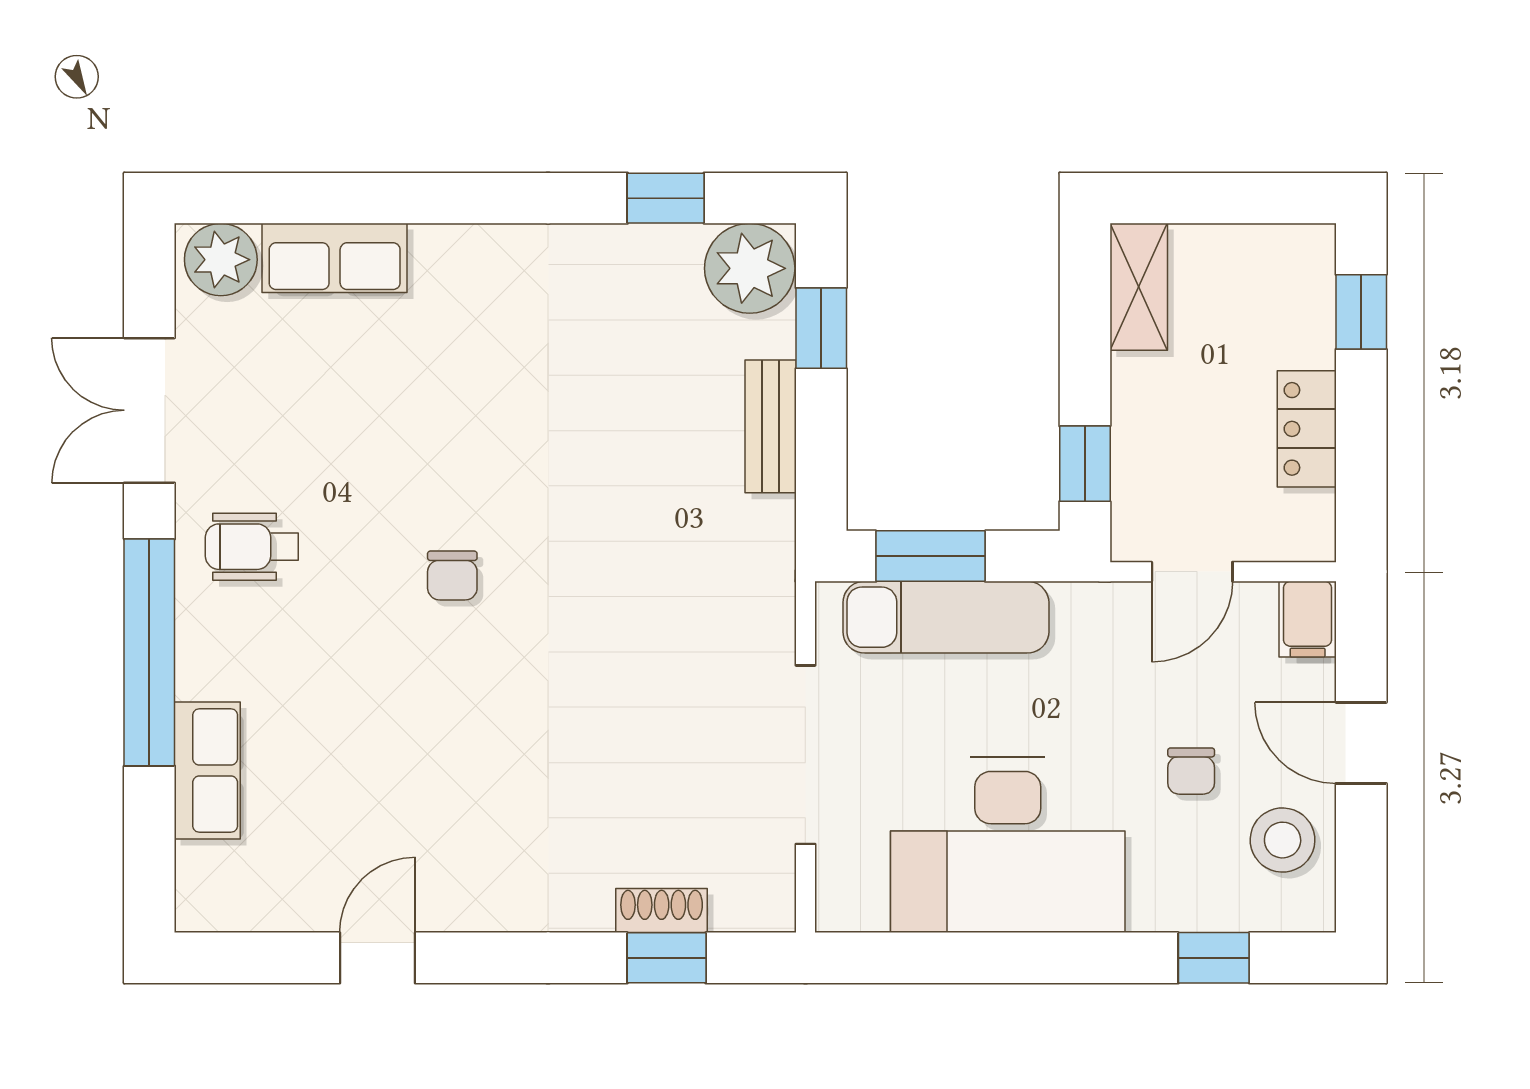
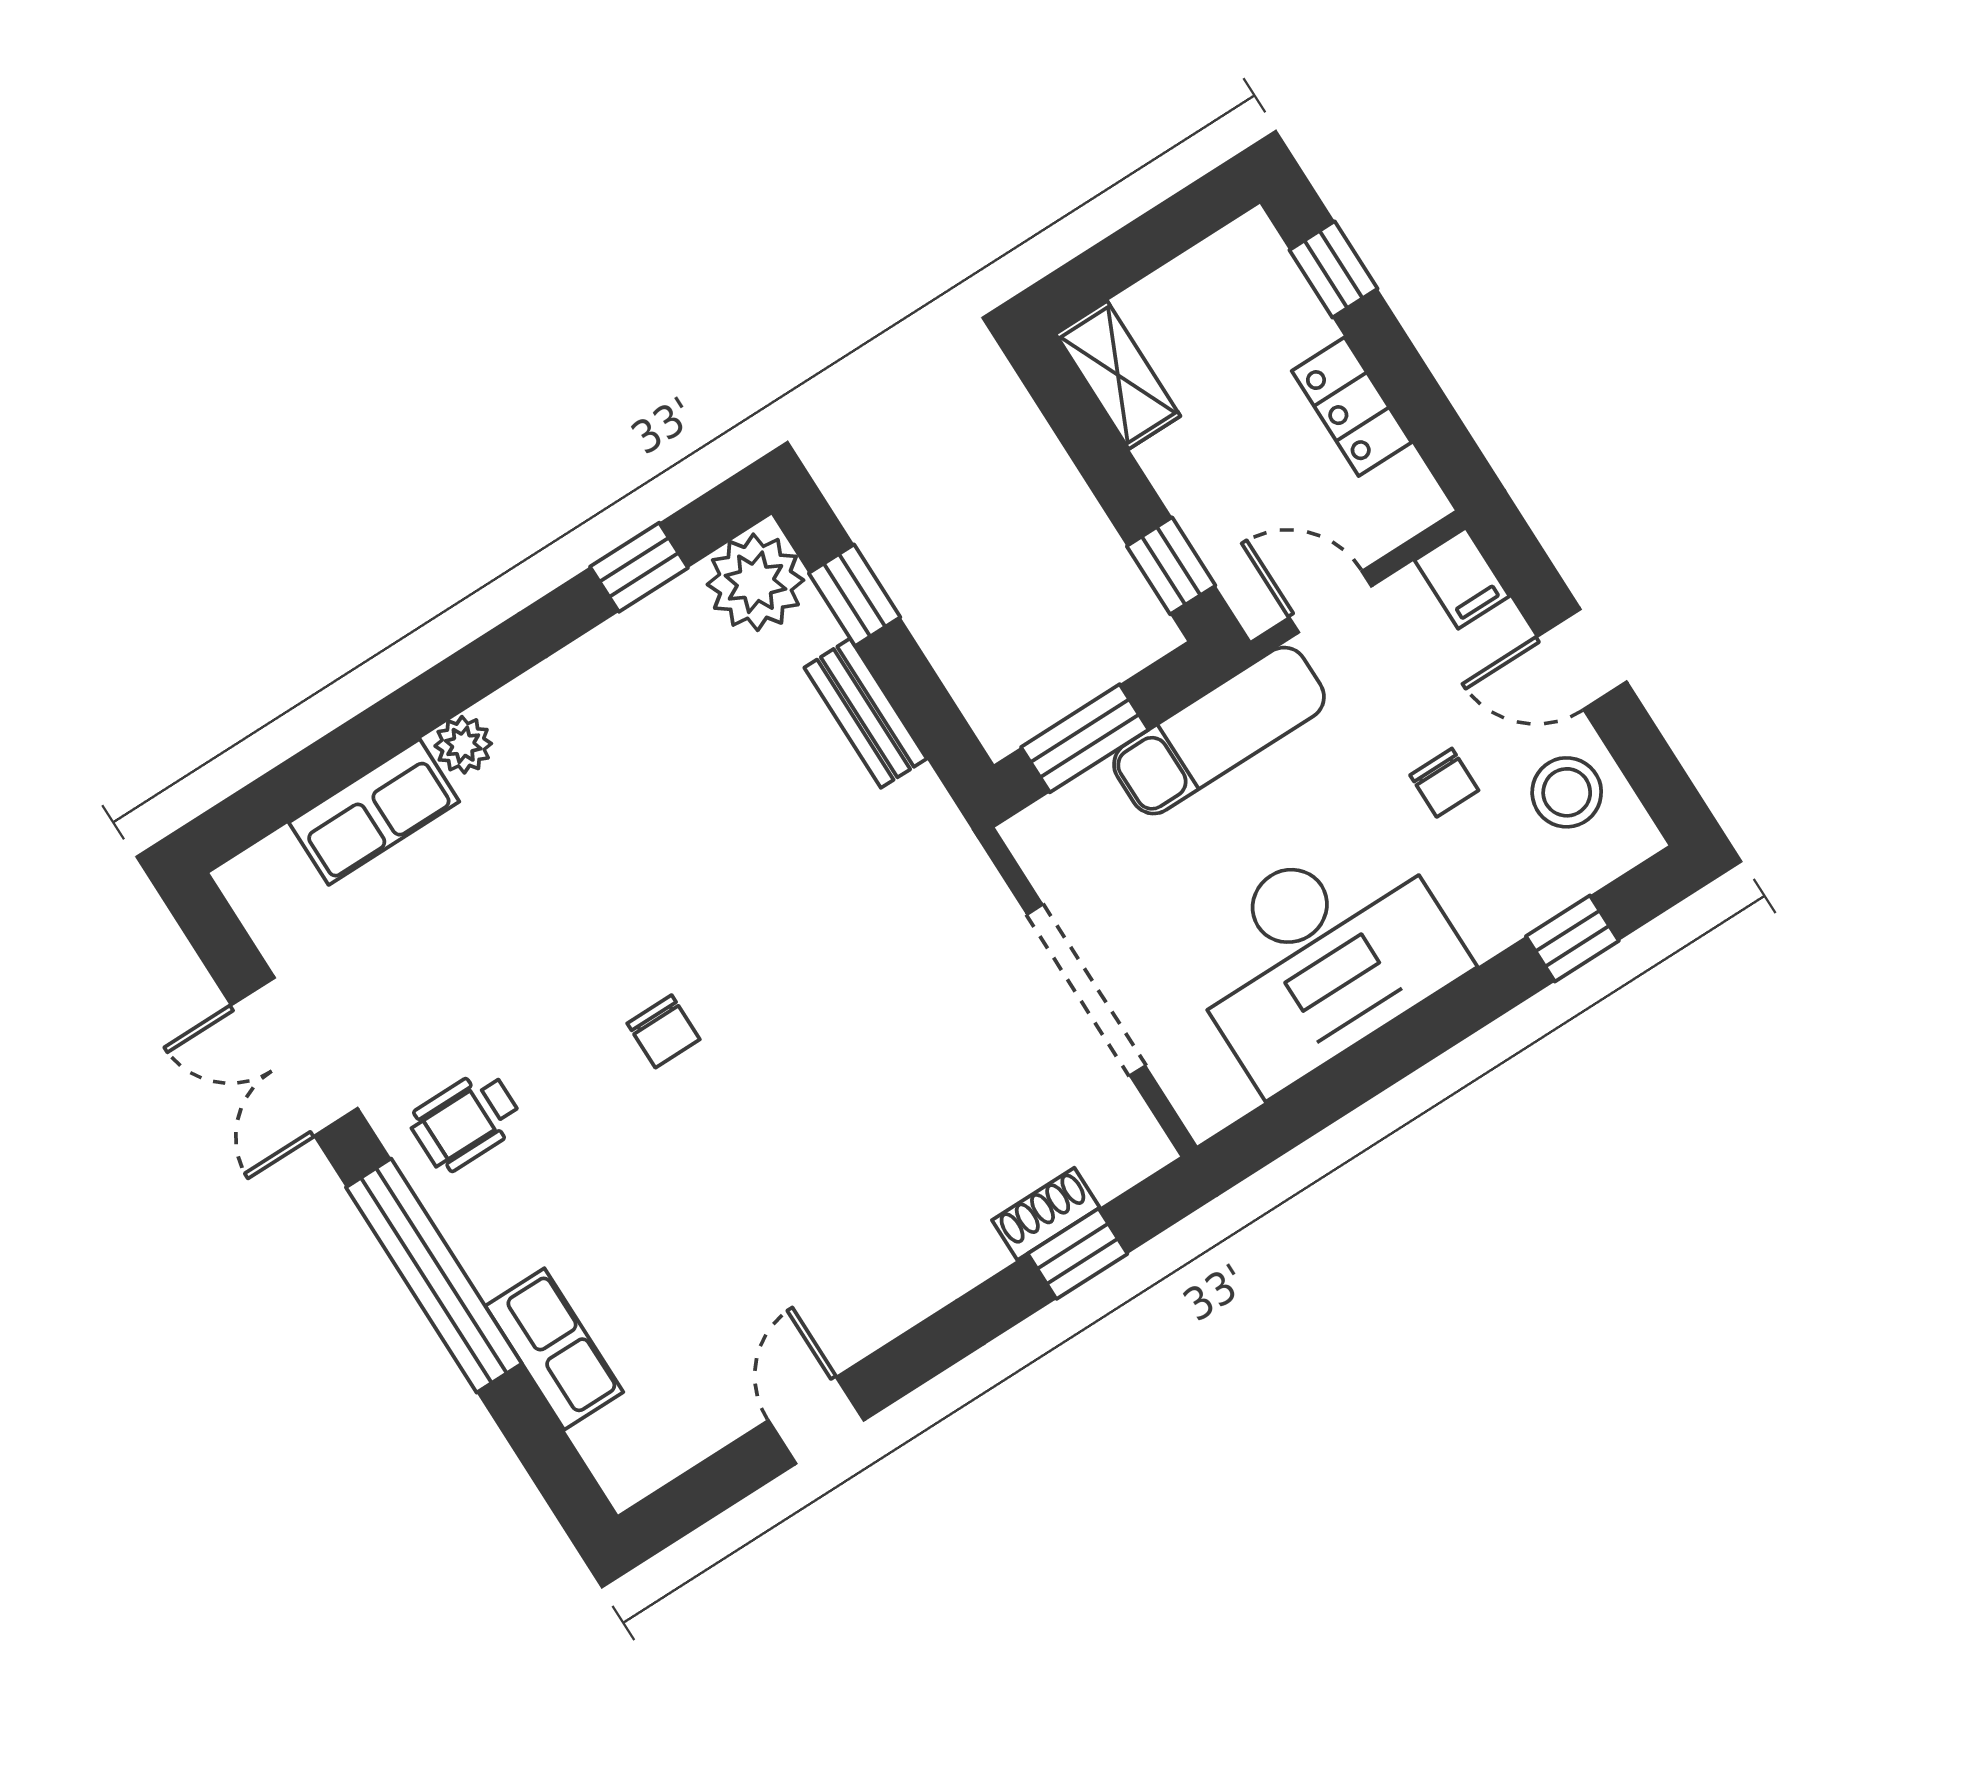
plant: (221, 260) -> (463, 745), moved, width x0.73, depth x0.73
door: (1192, 572) -> (1330, 602), swing flipped
exam couch: (946, 617) -> (1219, 731), moved

